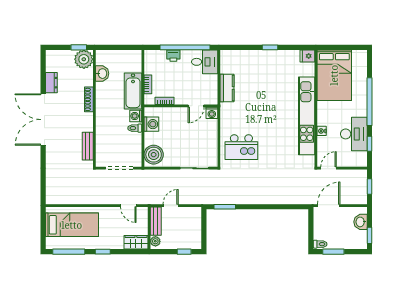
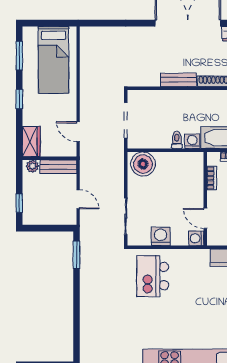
washing machine: (151, 124) -> (161, 236), moved, turned 180
bench: (88, 146) -> (178, 80), moved
door: (128, 206) -> (78, 132), hinge flipped
door: (171, 206) -> (78, 199), moved
window: (69, 252) -> (19, 56), width x0.69

